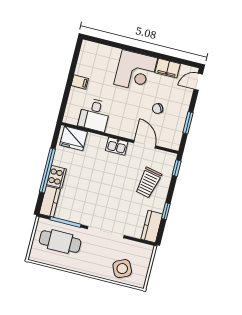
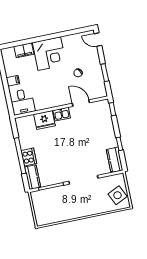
filing cabinet: (168, 68) -> (24, 50), moved
door: (198, 82) -> (98, 40), hinge flipped
desk: (94, 115) -> (22, 102), moved
fridge: (74, 138) -> (44, 120), moved
trolley: (148, 183) -> (97, 129), removed
cafe table: (60, 242) -> (54, 202), removed
side table: (122, 269) -> (117, 195), moved

